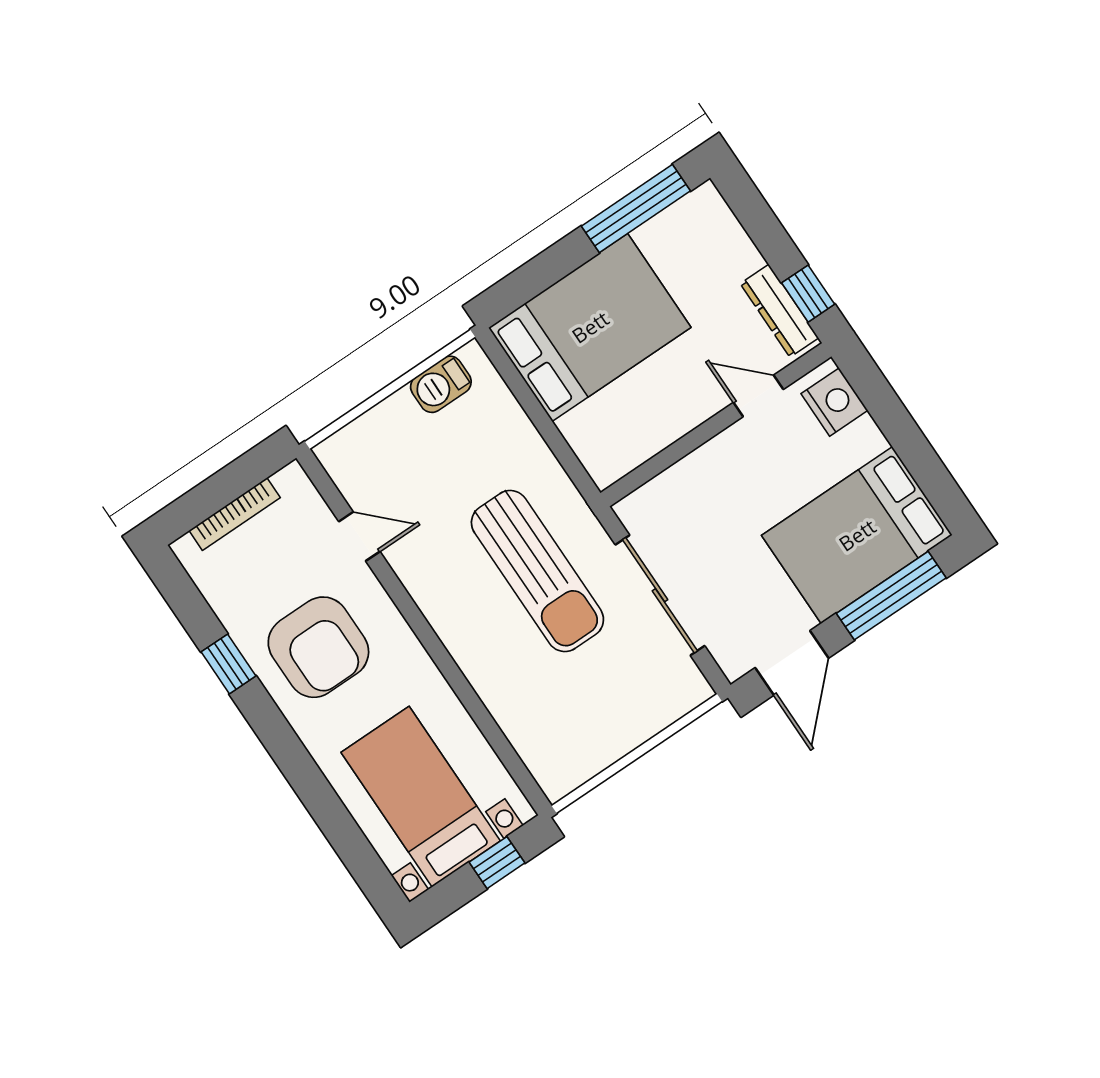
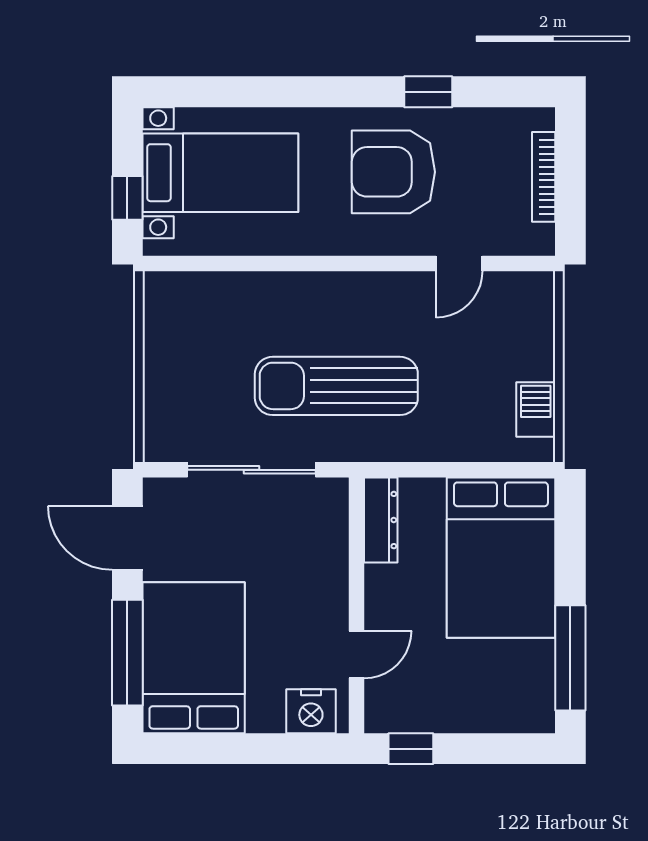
dresser: (779, 311) -> (381, 520), moved, turned 90

